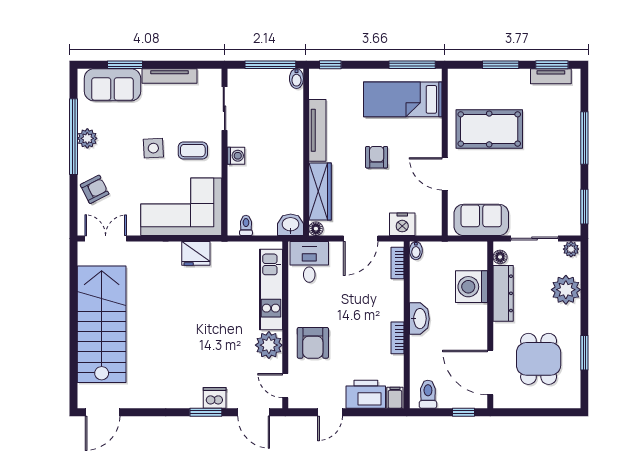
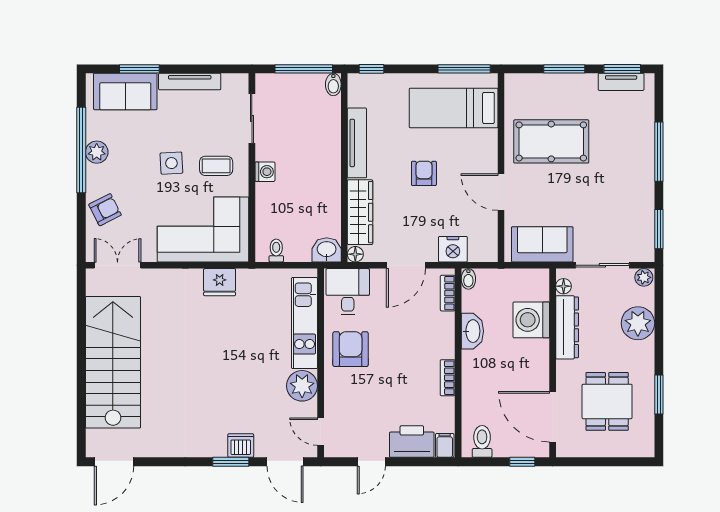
washbasin: (419, 319) -> (472, 331), moved
armchair: (313, 343) -> (351, 349), moved, turned 180

